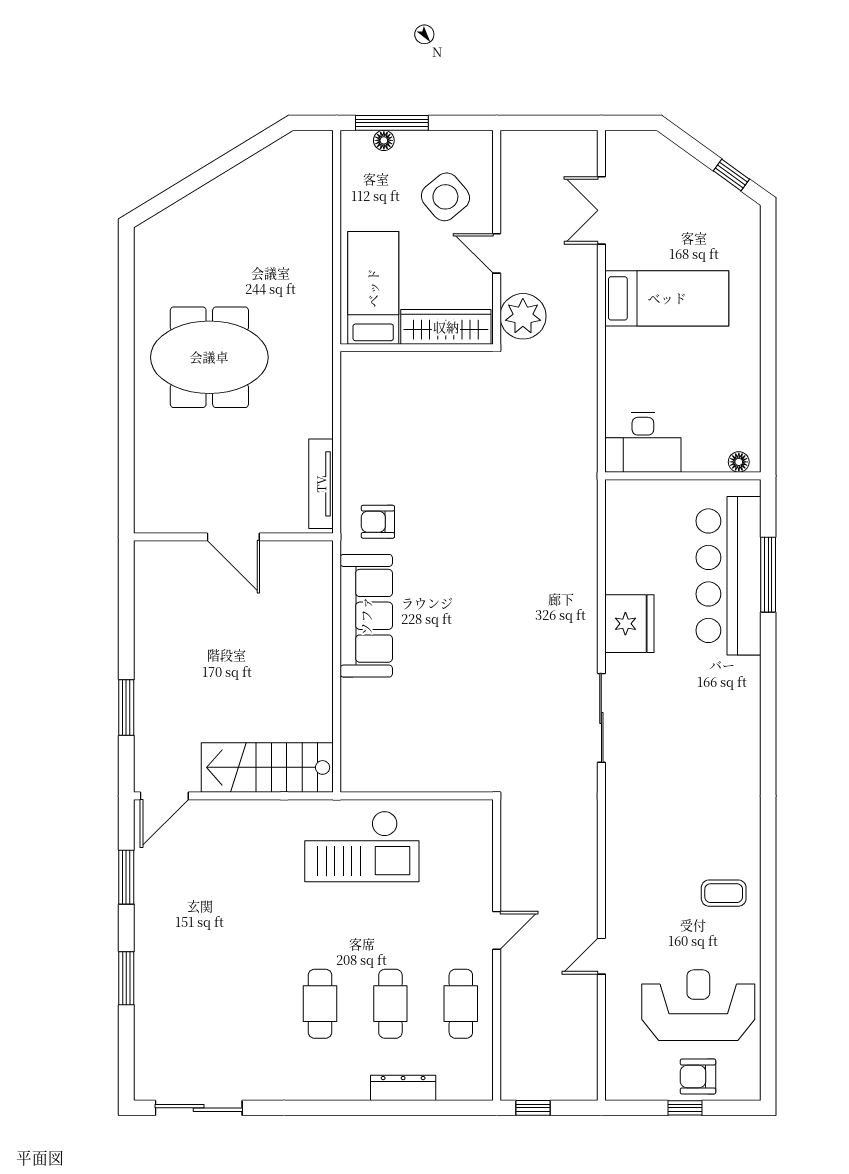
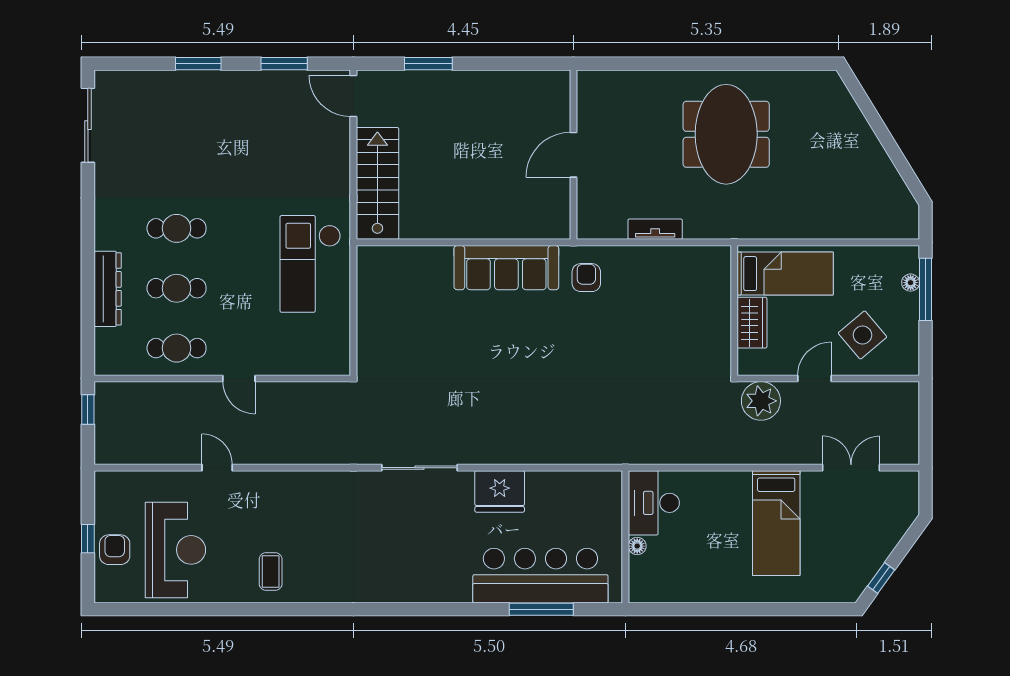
wardrobe: (446, 327) -> (752, 323), width x0.67
floor lamp: (739, 462) -> (637, 546), moved
tv unit: (321, 484) -> (655, 229), moved, width x0.71
dresser: (403, 1088) -> (108, 289), width x1.37, depth x1.24

